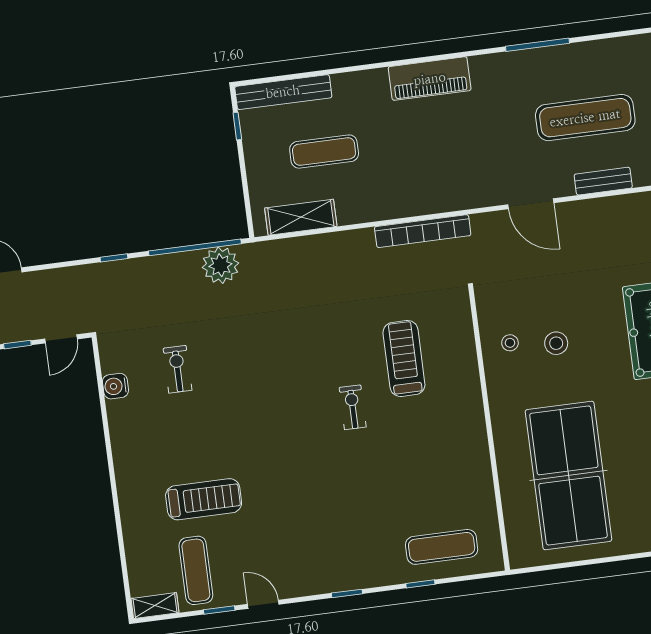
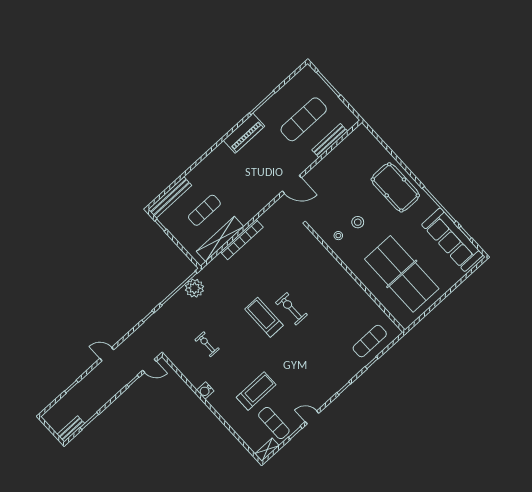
piano: (430, 79) -> (244, 133), moved
bench: (603, 181) -> (330, 141), width x1.36
door: (531, 204) -> (292, 184), moved
shelving: (301, 217) -> (220, 239), width x1.47
bookcase: (423, 231) -> (242, 239), moved
door: (61, 339) -> (149, 366), hinge flipped
treadmill: (404, 358) -> (264, 317), moved
water cooler: (115, 386) -> (205, 391), moved
exercise bike: (353, 407) -> (291, 309), width x1.38, depth x1.39

